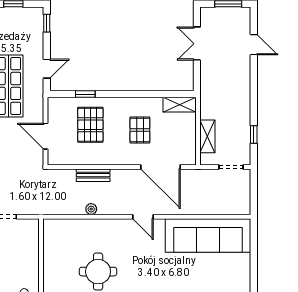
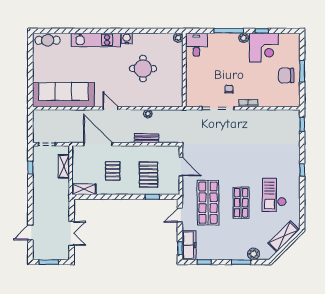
freezer: (34, 27) -> (189, 245), added
door: (254, 45) -> (30, 233), hinge flipped

